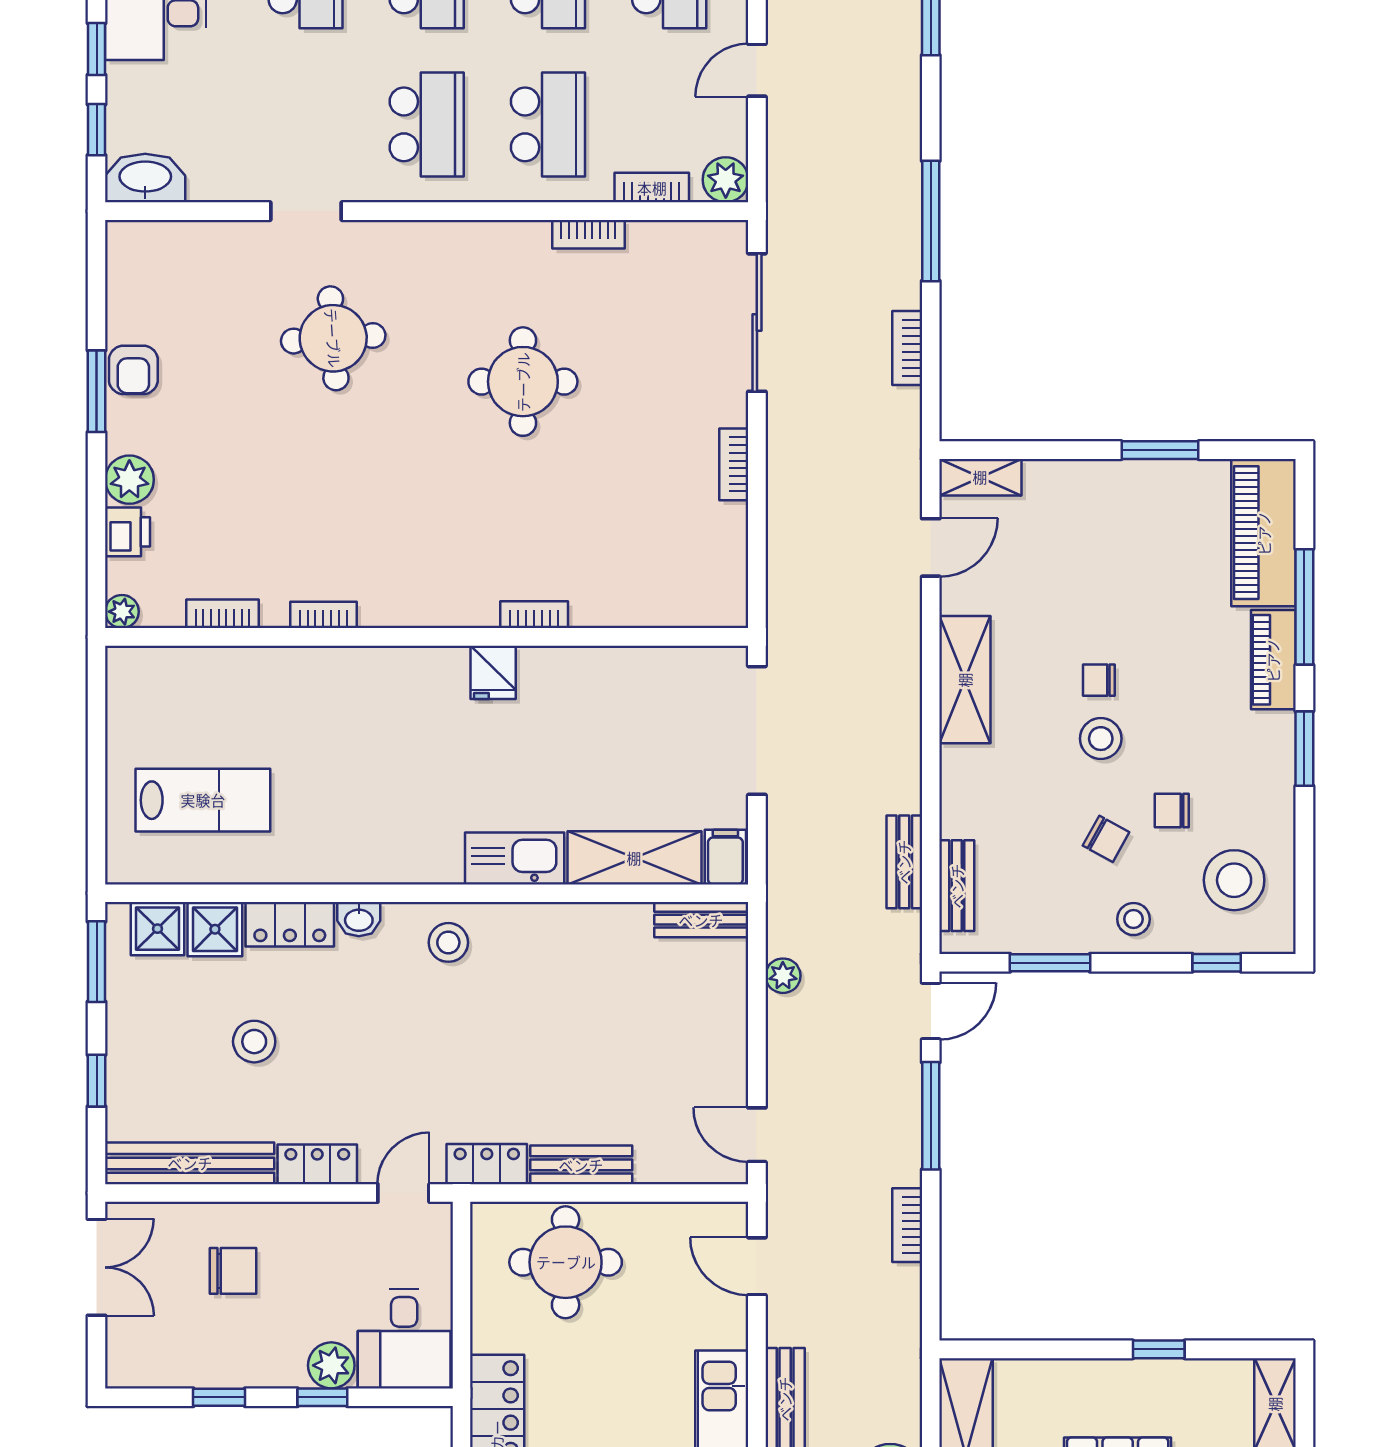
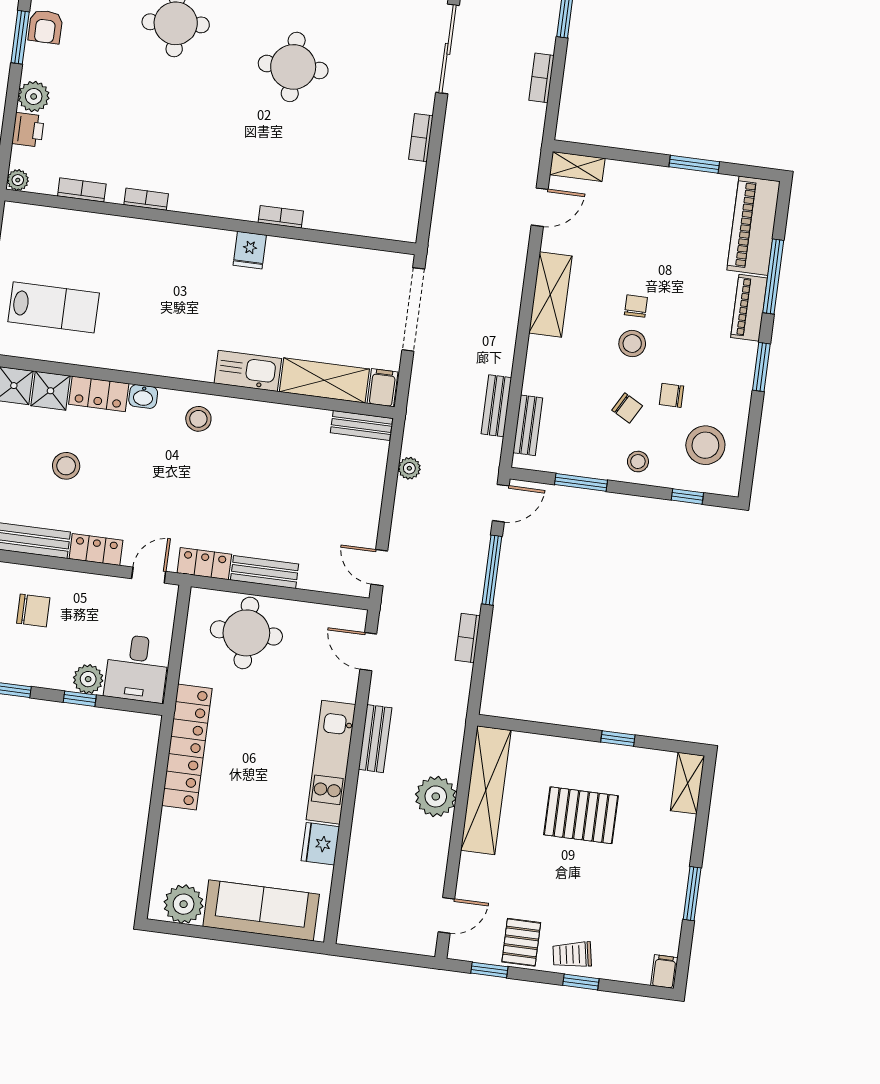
chair: (1099, 680) -> (636, 306), turned 90

